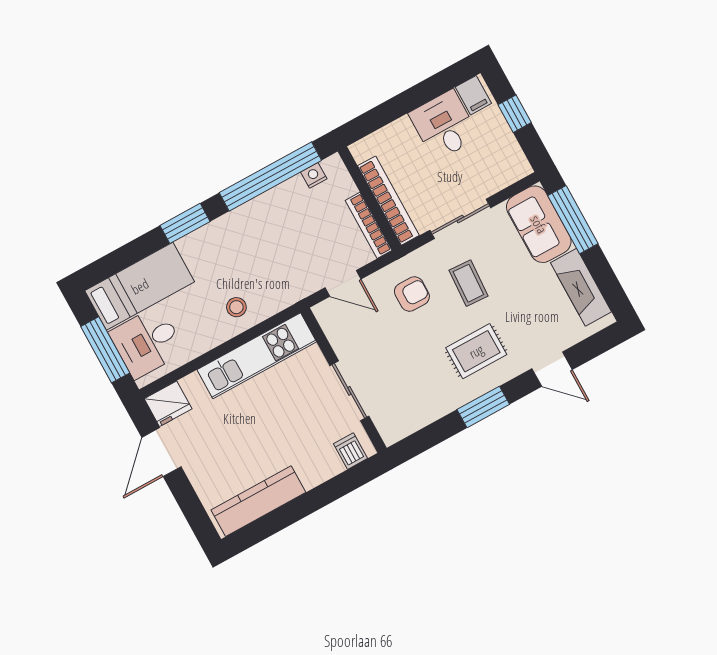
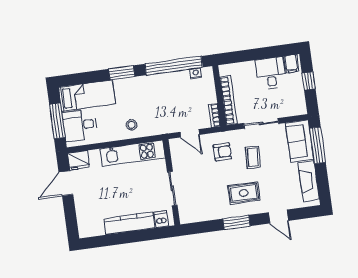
bookcase: (369, 225) -> (215, 115), width x0.64
kitchen counter: (258, 501) -> (130, 223), moved

